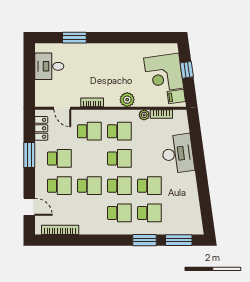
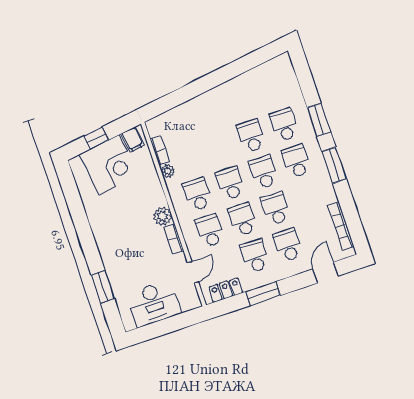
desk: (49, 66) -> (154, 303), width x1.37
plant: (127, 100) -> (163, 216), moved
desk: (178, 154) -> (201, 115), removed
school desk: (89, 158) -> (243, 220), added
window: (179, 240) -> (334, 165), moved

